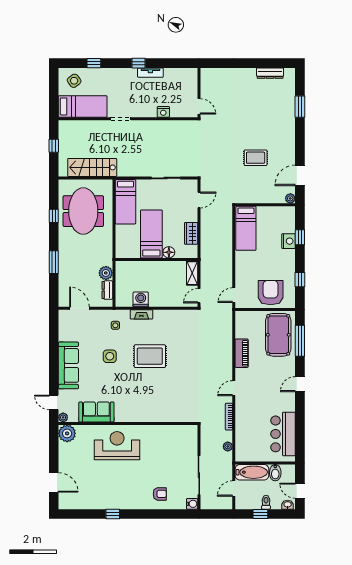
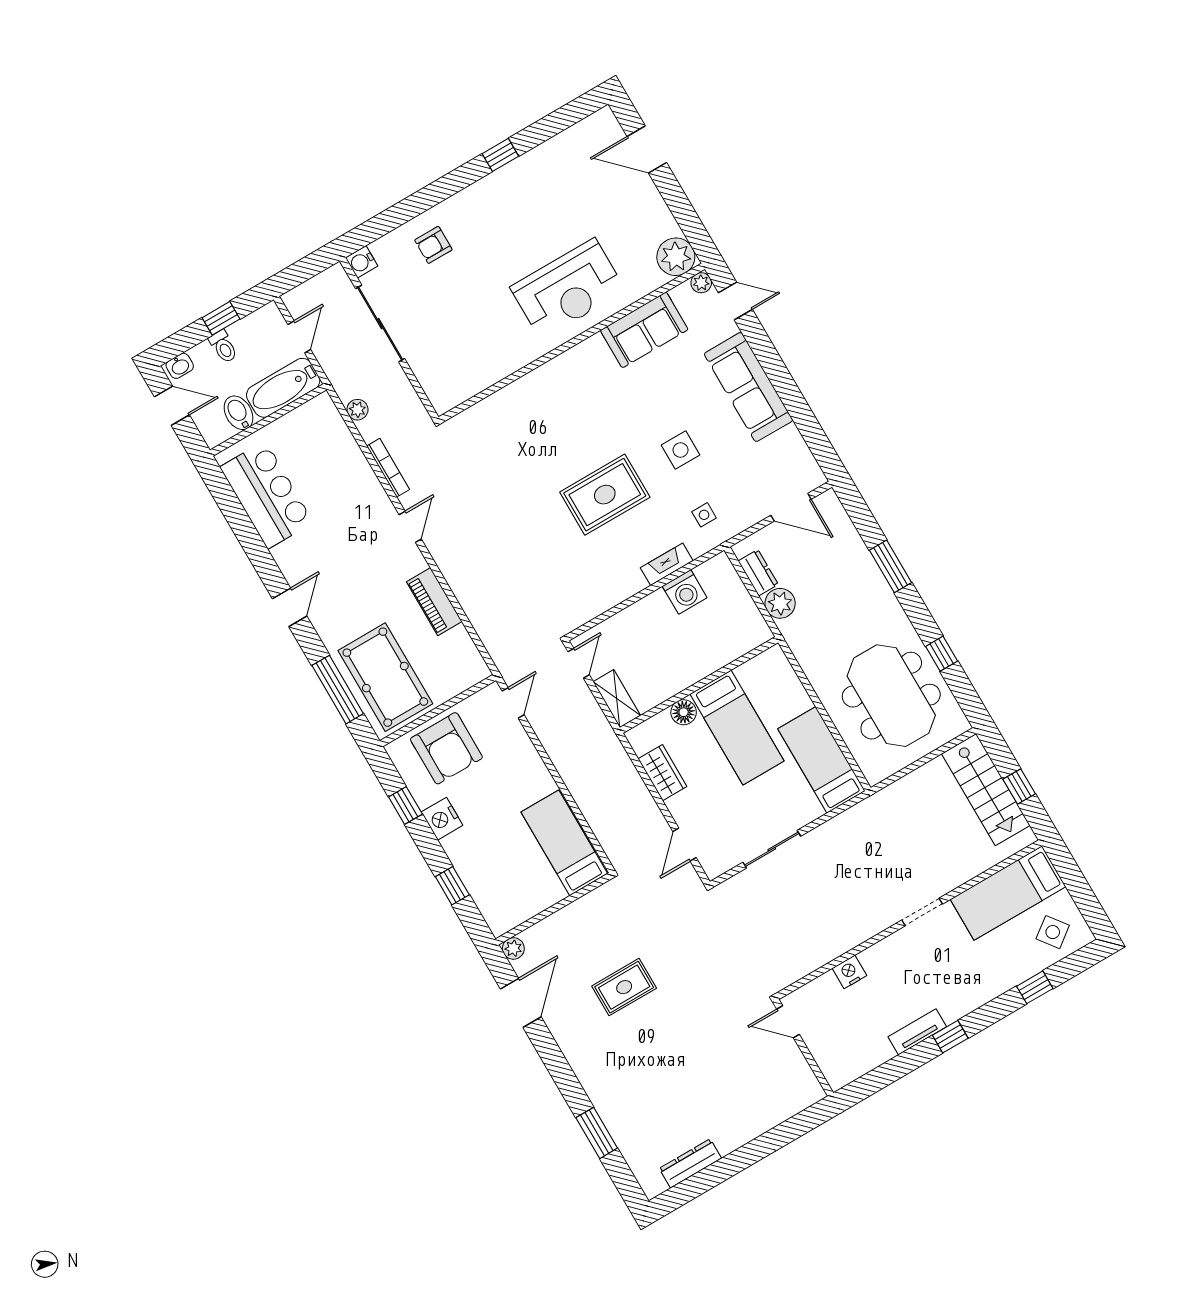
stairs: (92, 167) -> (986, 790), moved, turned 90
nightstand: (289, 241) -> (442, 819), moved

